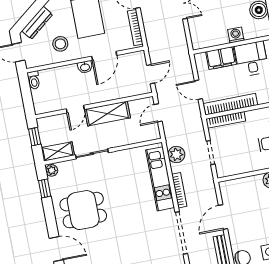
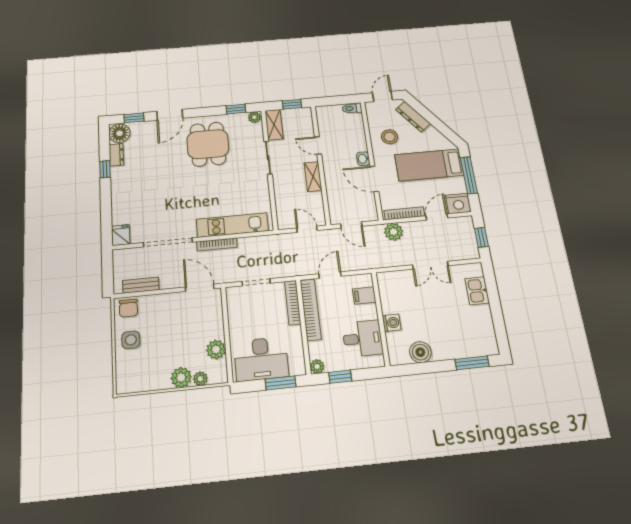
filing cabinet: (221, 58) -> (364, 296), width x0.50
shelving: (107, 114) -> (313, 177), width x0.67, depth x0.75
plant: (176, 155) -> (394, 232), moved
door: (223, 217) -> (200, 288), moved

